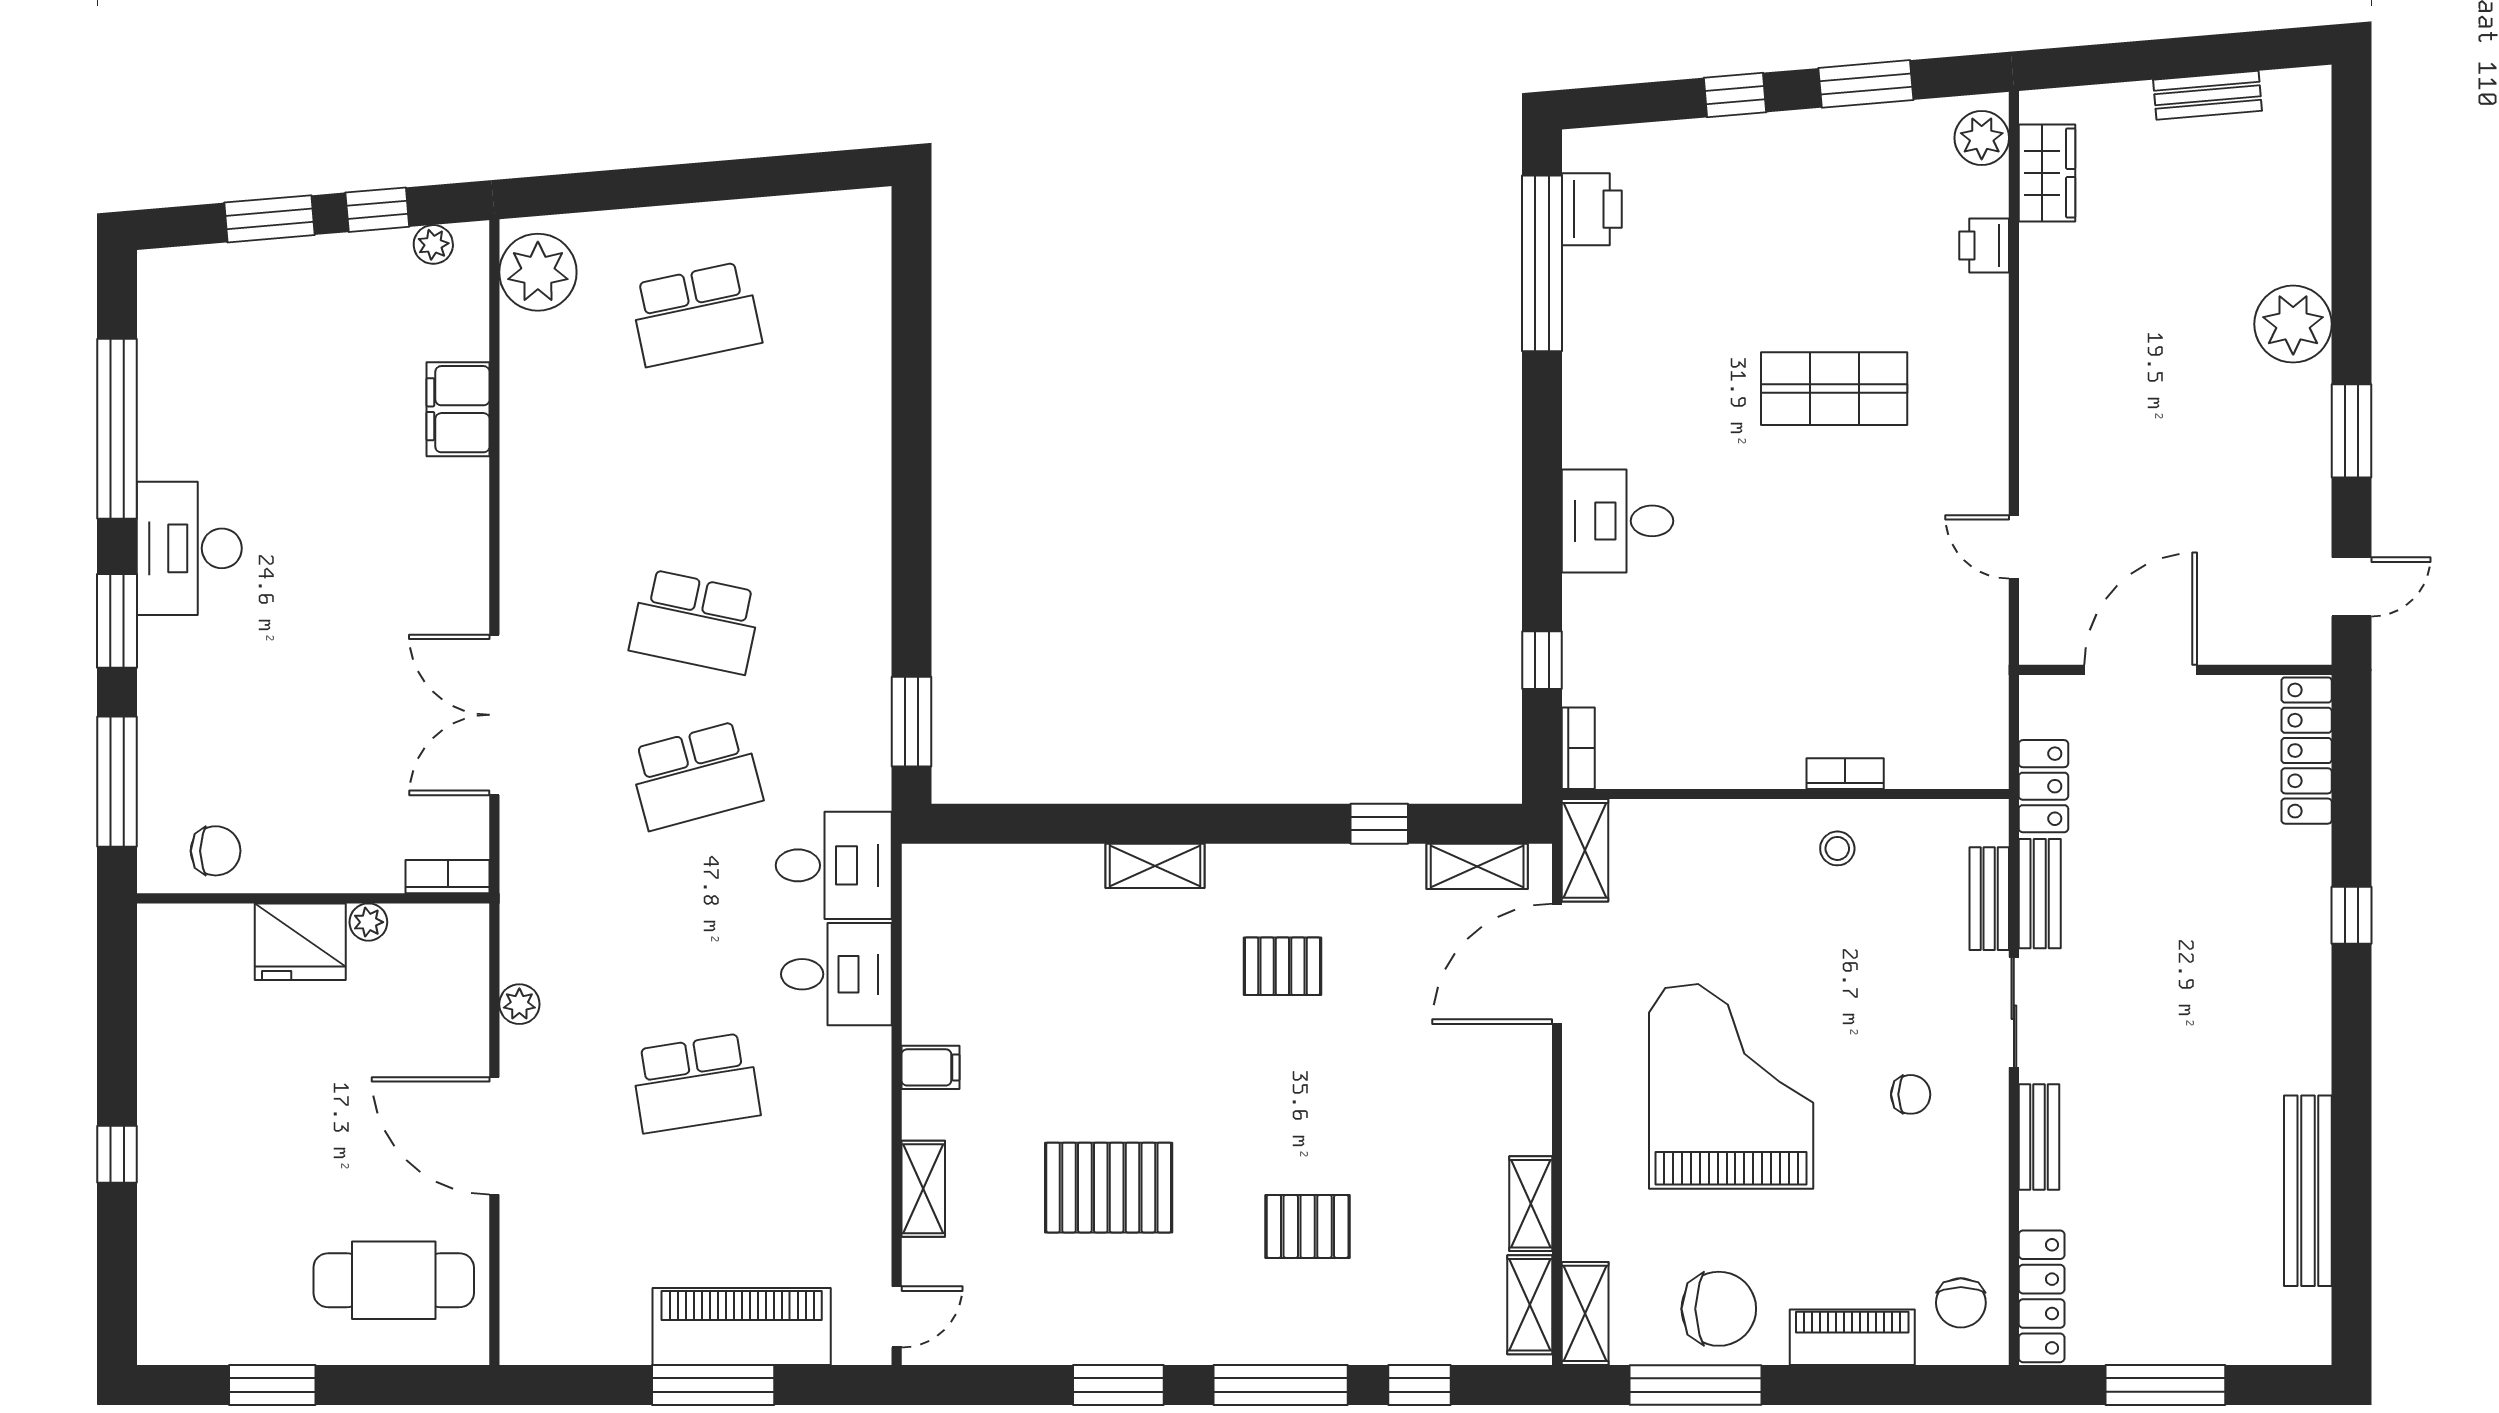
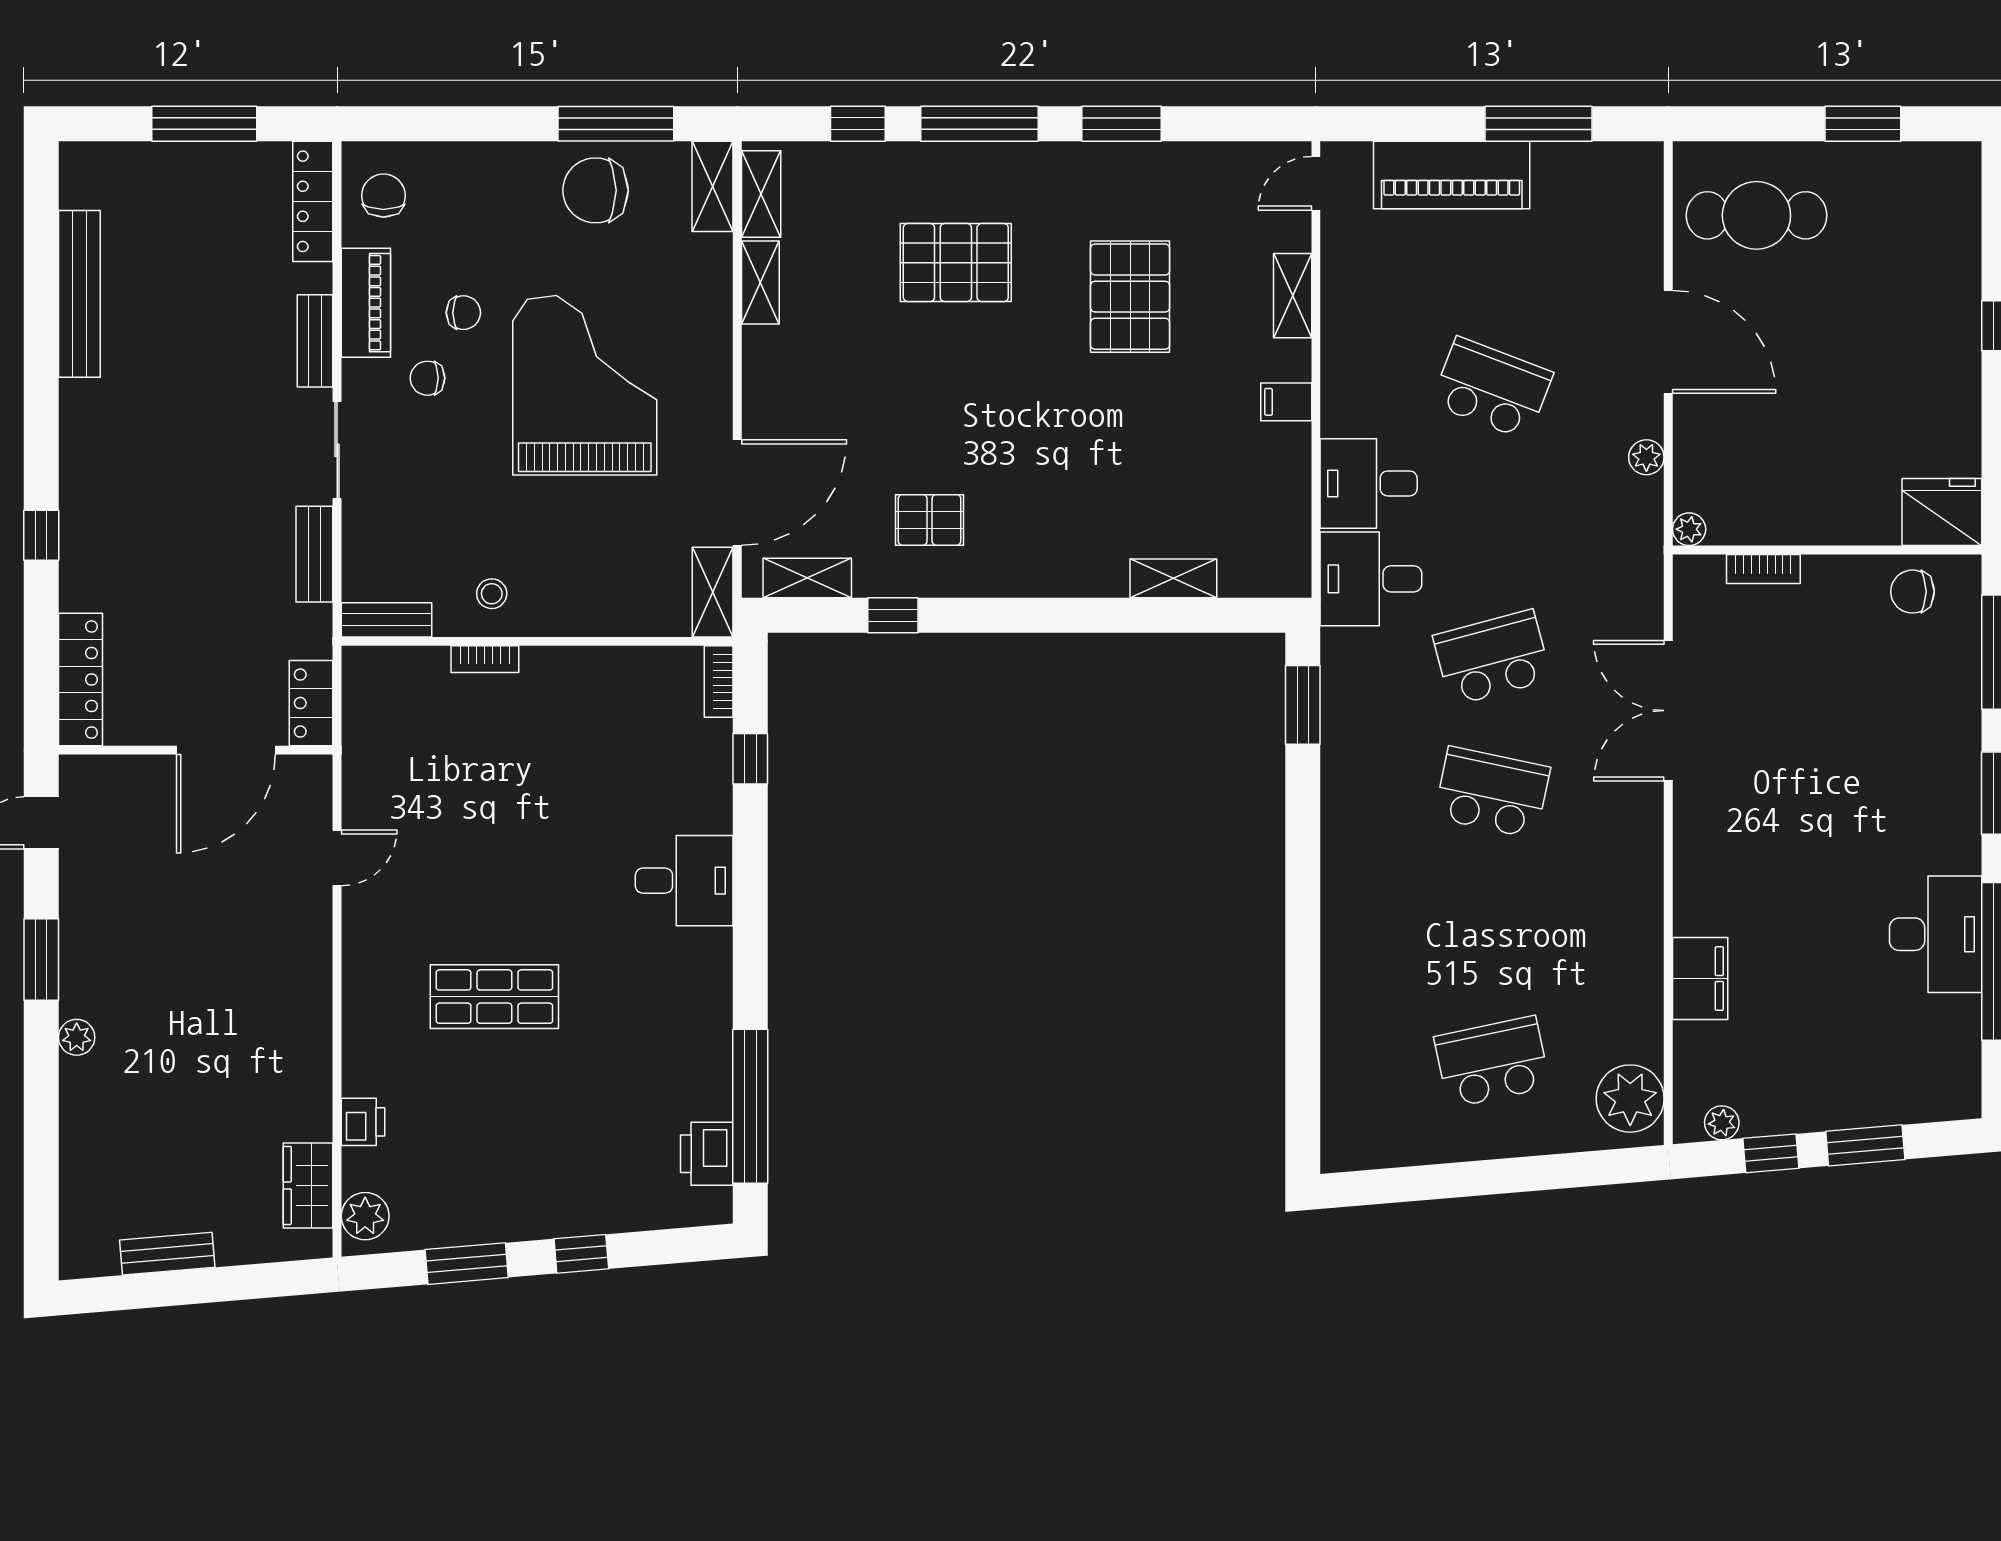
plant: (2293, 324) -> (77, 1037), width x0.53, depth x0.53
door: (2014, 547) -> (337, 858), hinge flipped
desk: (189, 548) -> (1936, 934), moved
double door: (494, 715) -> (1668, 711), swing flipped
locker: (2043, 786) -> (311, 703), moved
shelving: (1155, 866) -> (1173, 578), moved
bookcase: (448, 877) -> (1763, 569), moved
bench: (1989, 899) -> (386, 620), moved, turned 90
plant: (368, 922) -> (1689, 529), moved
fridge: (300, 942) -> (1942, 512), moved
pallet: (1282, 966) -> (930, 520), moved
school desk: (695, 1083) -> (1492, 388), turned 30
grand piano: (1731, 1086) -> (585, 385), turned 180
chair: (1870, 1169) -> (463, 313), added
pallet: (1109, 1188) -> (1130, 297), turned 90
pallet: (1308, 1226) -> (956, 263), width x1.50, depth x1.42
piano: (1852, 1337) -> (366, 303), moved, turned -90
window: (713, 1385) -> (1539, 124), moved

